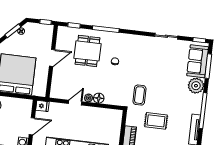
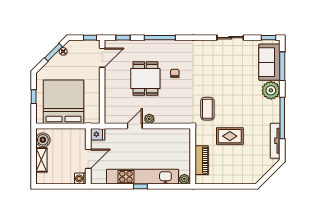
dining table: (88, 51) -> (145, 79), moved
door: (52, 58) -> (102, 58), moved
floor lamp: (99, 98) -> (161, 118), removed

